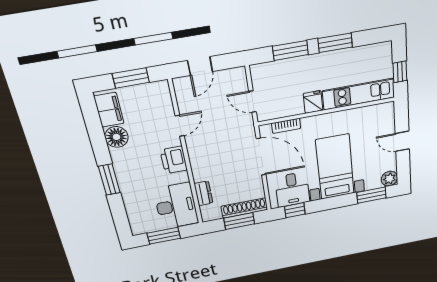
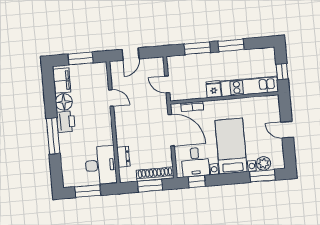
door: (180, 126) -> (111, 98), hinge flipped
printer: (174, 160) -> (66, 122), moved, turned 180
plant: (389, 179) -> (264, 163), moved
window: (109, 180) -> (53, 136), width x1.44

